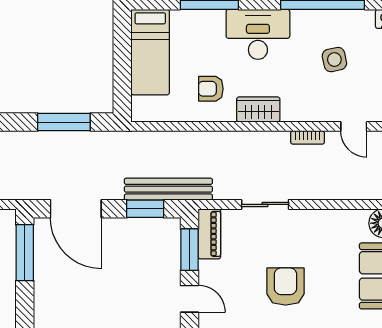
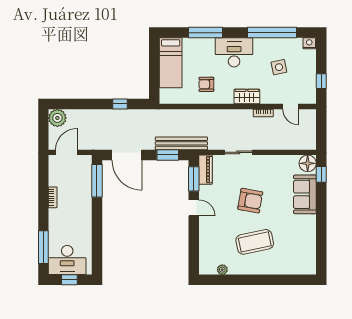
wardrobe: (258, 110) -> (247, 97), moved
window: (64, 122) -> (120, 104), width x0.46
armchair: (286, 286) -> (250, 201), turned 100

